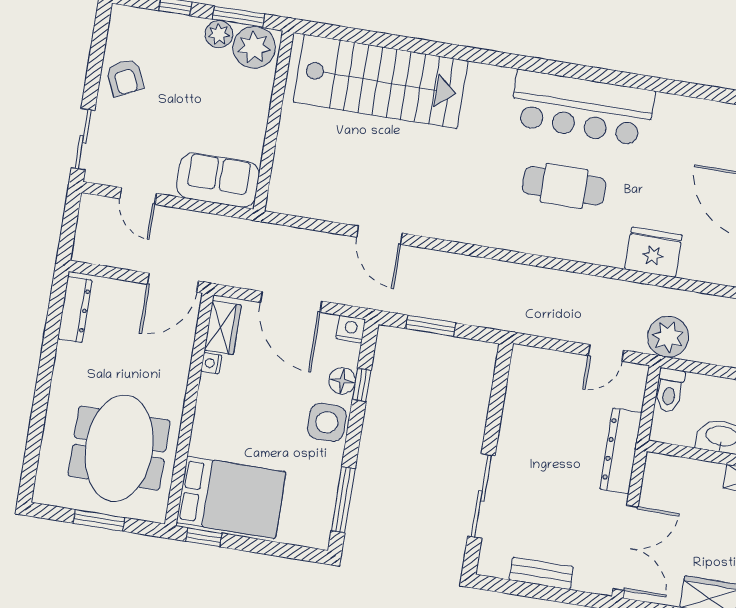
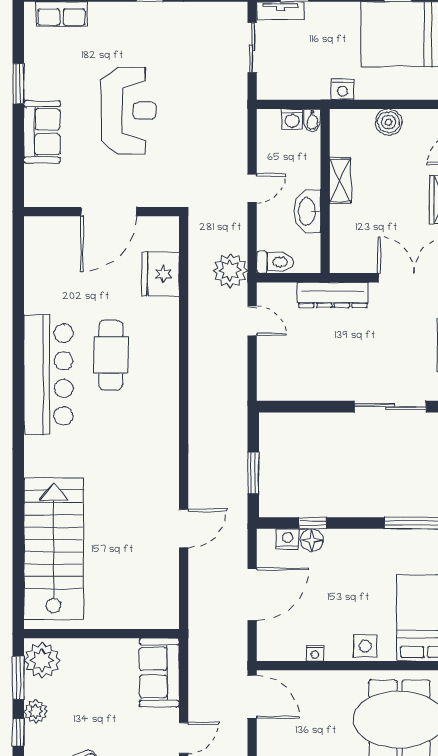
plant: (219, 34) -> (36, 711), moved
cafe table: (564, 186) -> (111, 355), moved
fridge: (653, 252) -> (161, 274), moved
wardrobe: (223, 328) -> (283, 648), removed
nightstand: (351, 329) -> (288, 539), moved, turned 90
side table: (327, 422) -> (365, 646), moved, width x0.73, depth x0.73

